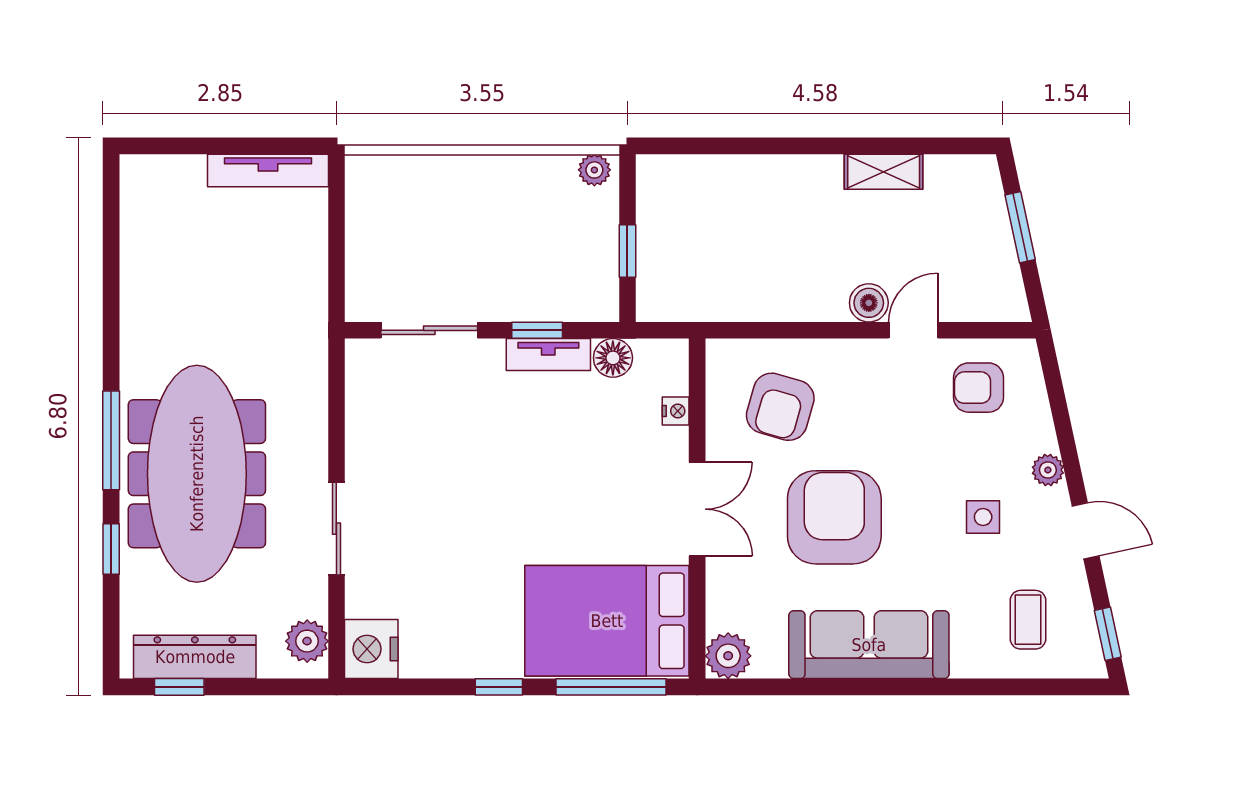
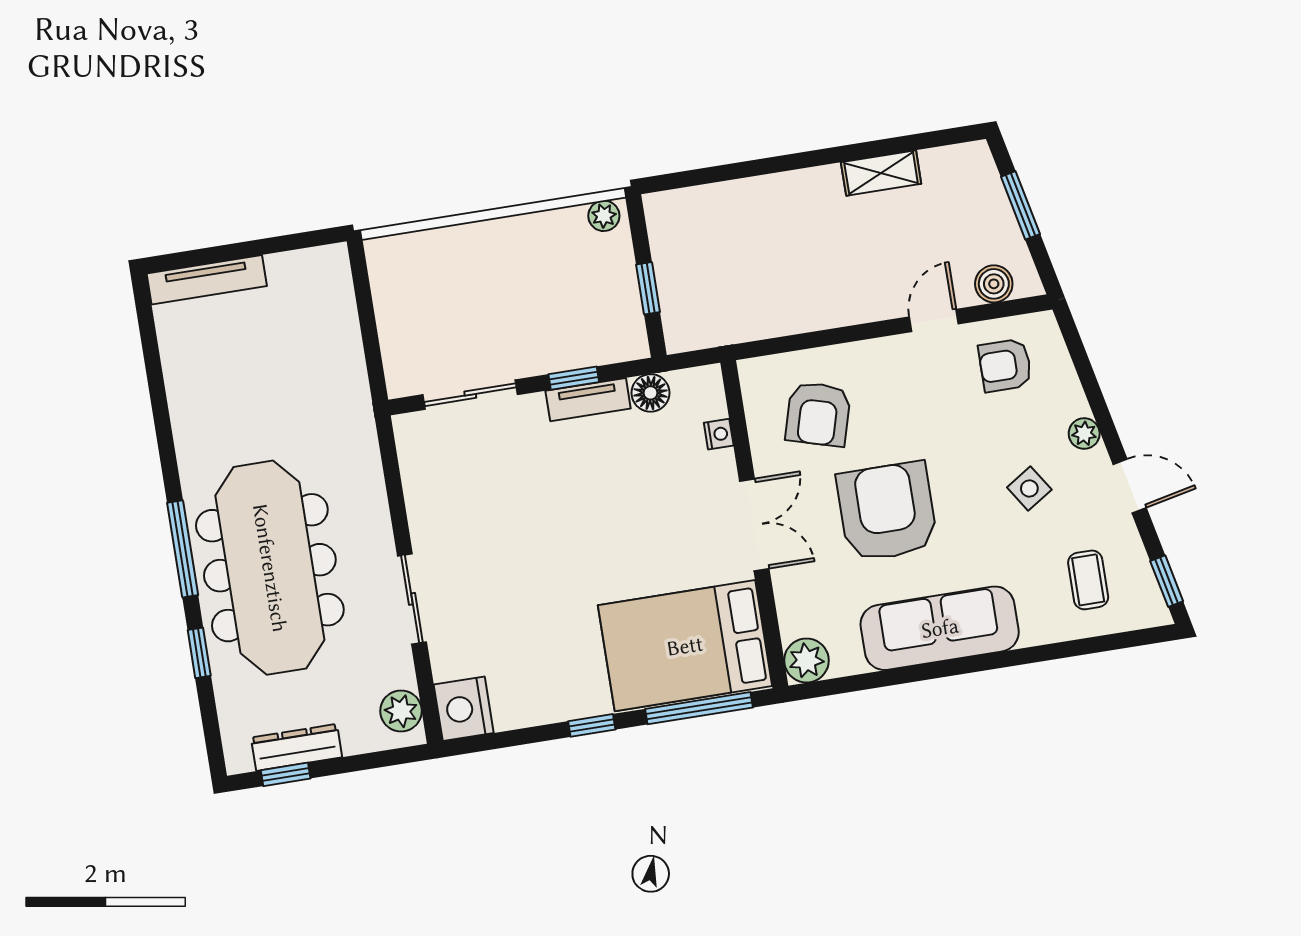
tv unit: (268, 170) -> (207, 280), moved
boiler: (869, 303) -> (994, 284), moved
side table: (983, 517) -> (1029, 489), turned -33
dresser: (195, 657) -> (297, 747), width x0.73, depth x0.80

